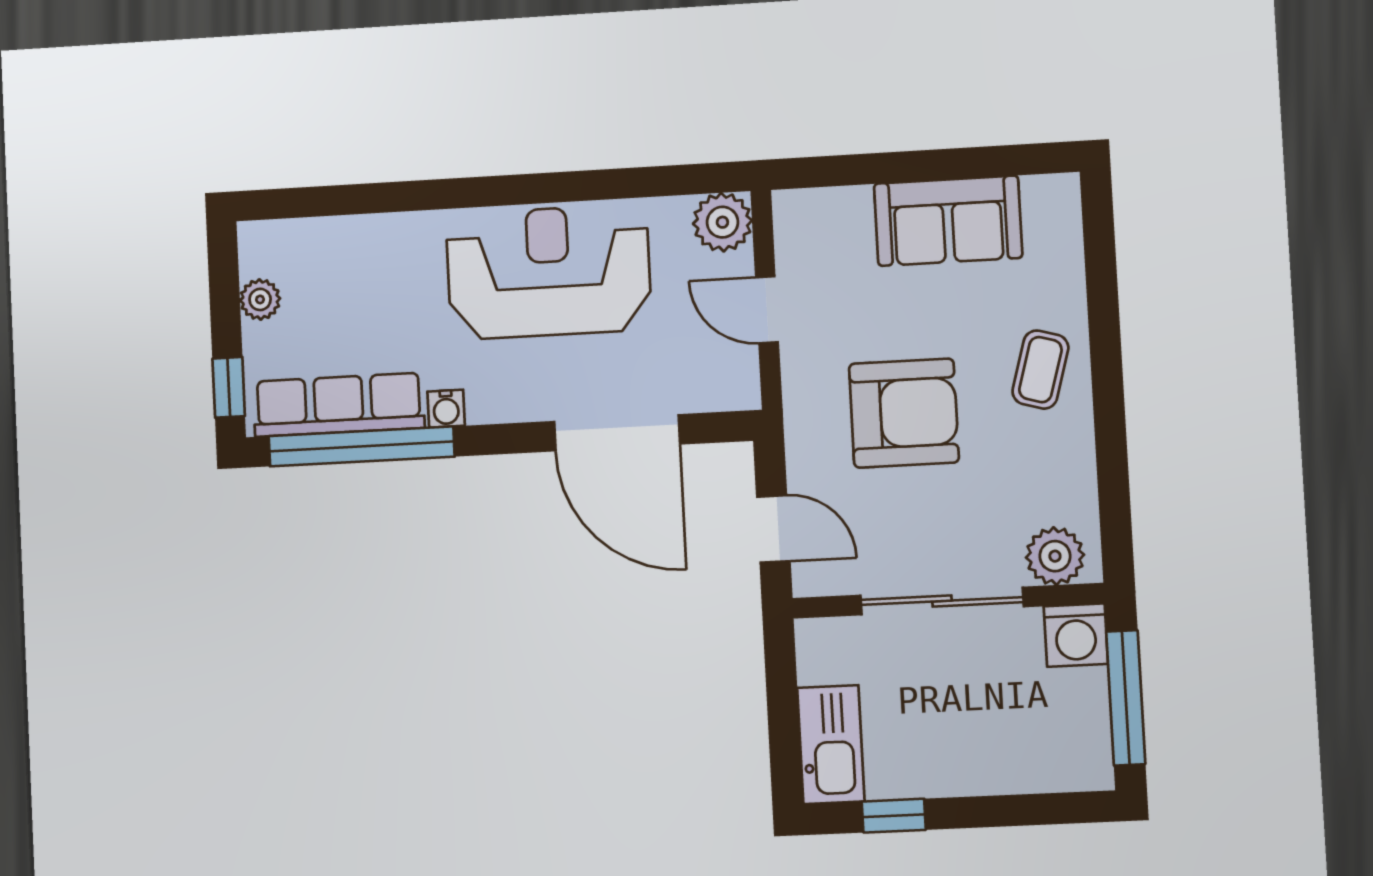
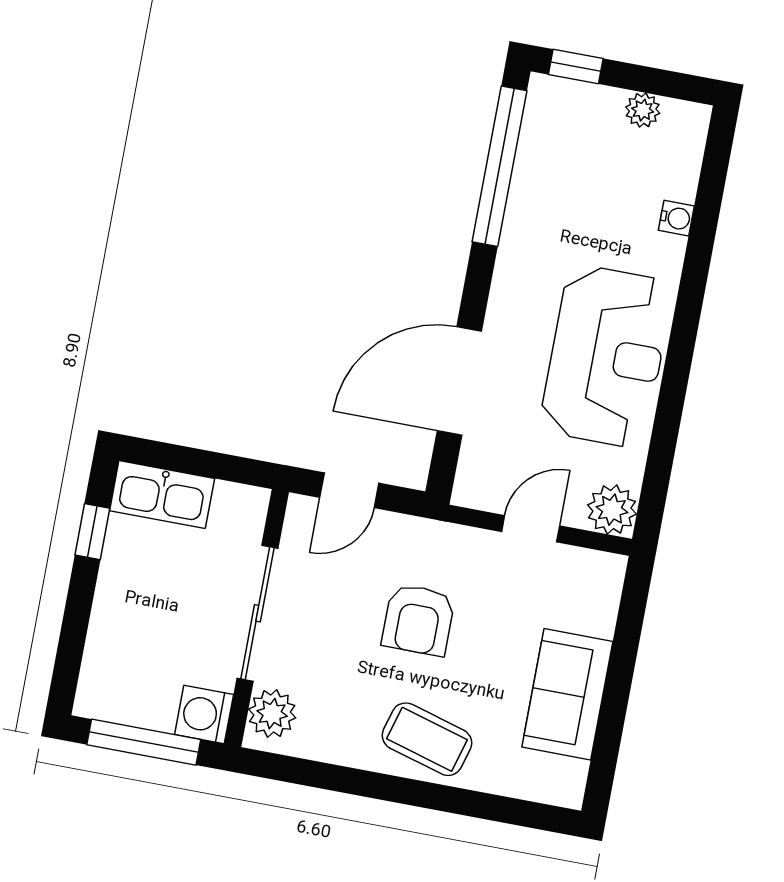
coffee table: (1040, 370) -> (427, 739), width x1.36, depth x1.30
row of seats: (339, 405) -> (539, 155), removed
water cooler: (446, 409) -> (676, 218), moved, turned 180
armchair: (904, 413) -> (418, 620), width x0.73, depth x0.73

